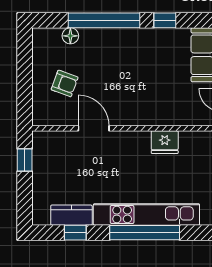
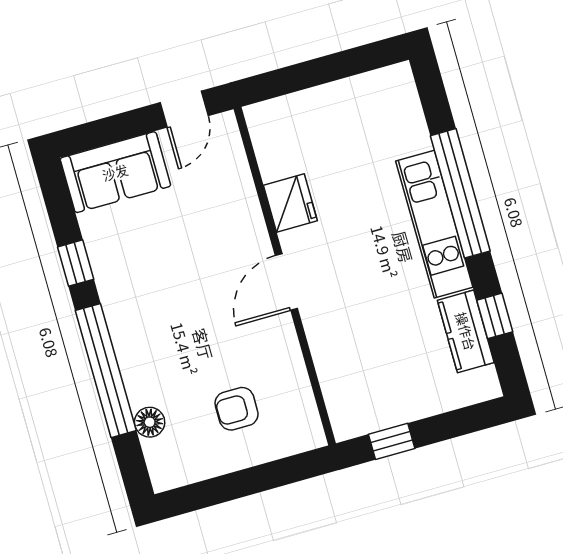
armchair: (65, 83) -> (237, 409), turned -110
door: (94, 128) -> (286, 282), moved
kitchen unit: (146, 215) -> (434, 224), width x0.73

